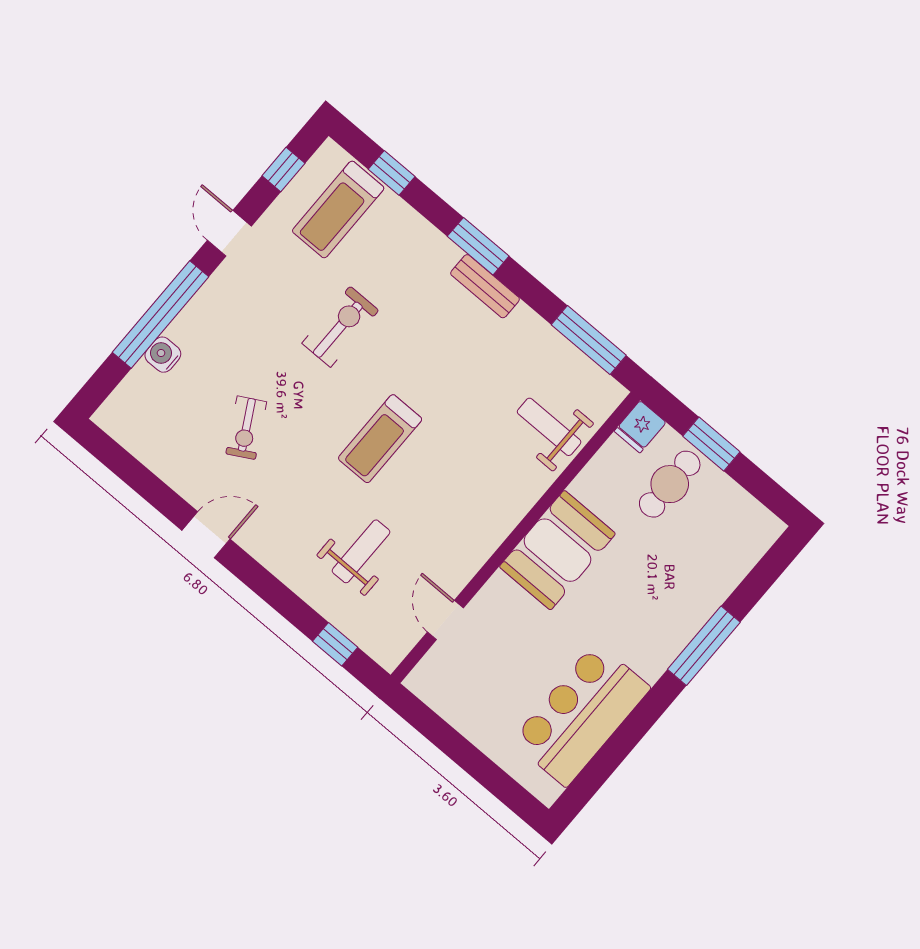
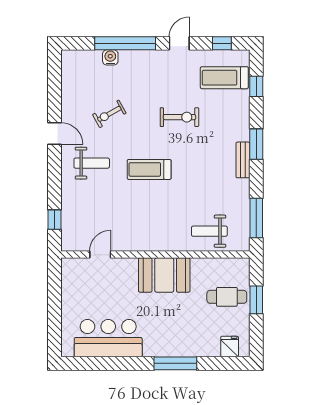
weight bench: (549, 427) -> (209, 231), turned -90
fridge: (640, 427) -> (230, 347), moved, turned 90
weight bench: (361, 551) -> (92, 163), moved

